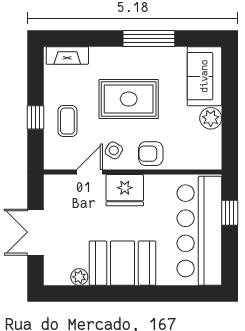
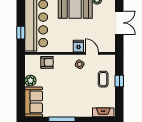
rug: (129, 99) -> (72, 90), removed
armchair: (151, 154) -> (47, 62), moved
door: (89, 172) -> (92, 53), swing flipped
fridge: (125, 190) -> (78, 46), width x0.53, depth x0.75

